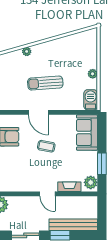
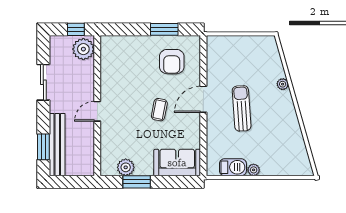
barbecue: (91, 100) -> (233, 167), moved
plant: (91, 182) -> (126, 167), moved
fireplace: (69, 187) -> (107, 140), removed
window: (60, 235) -> (43, 147), moved

